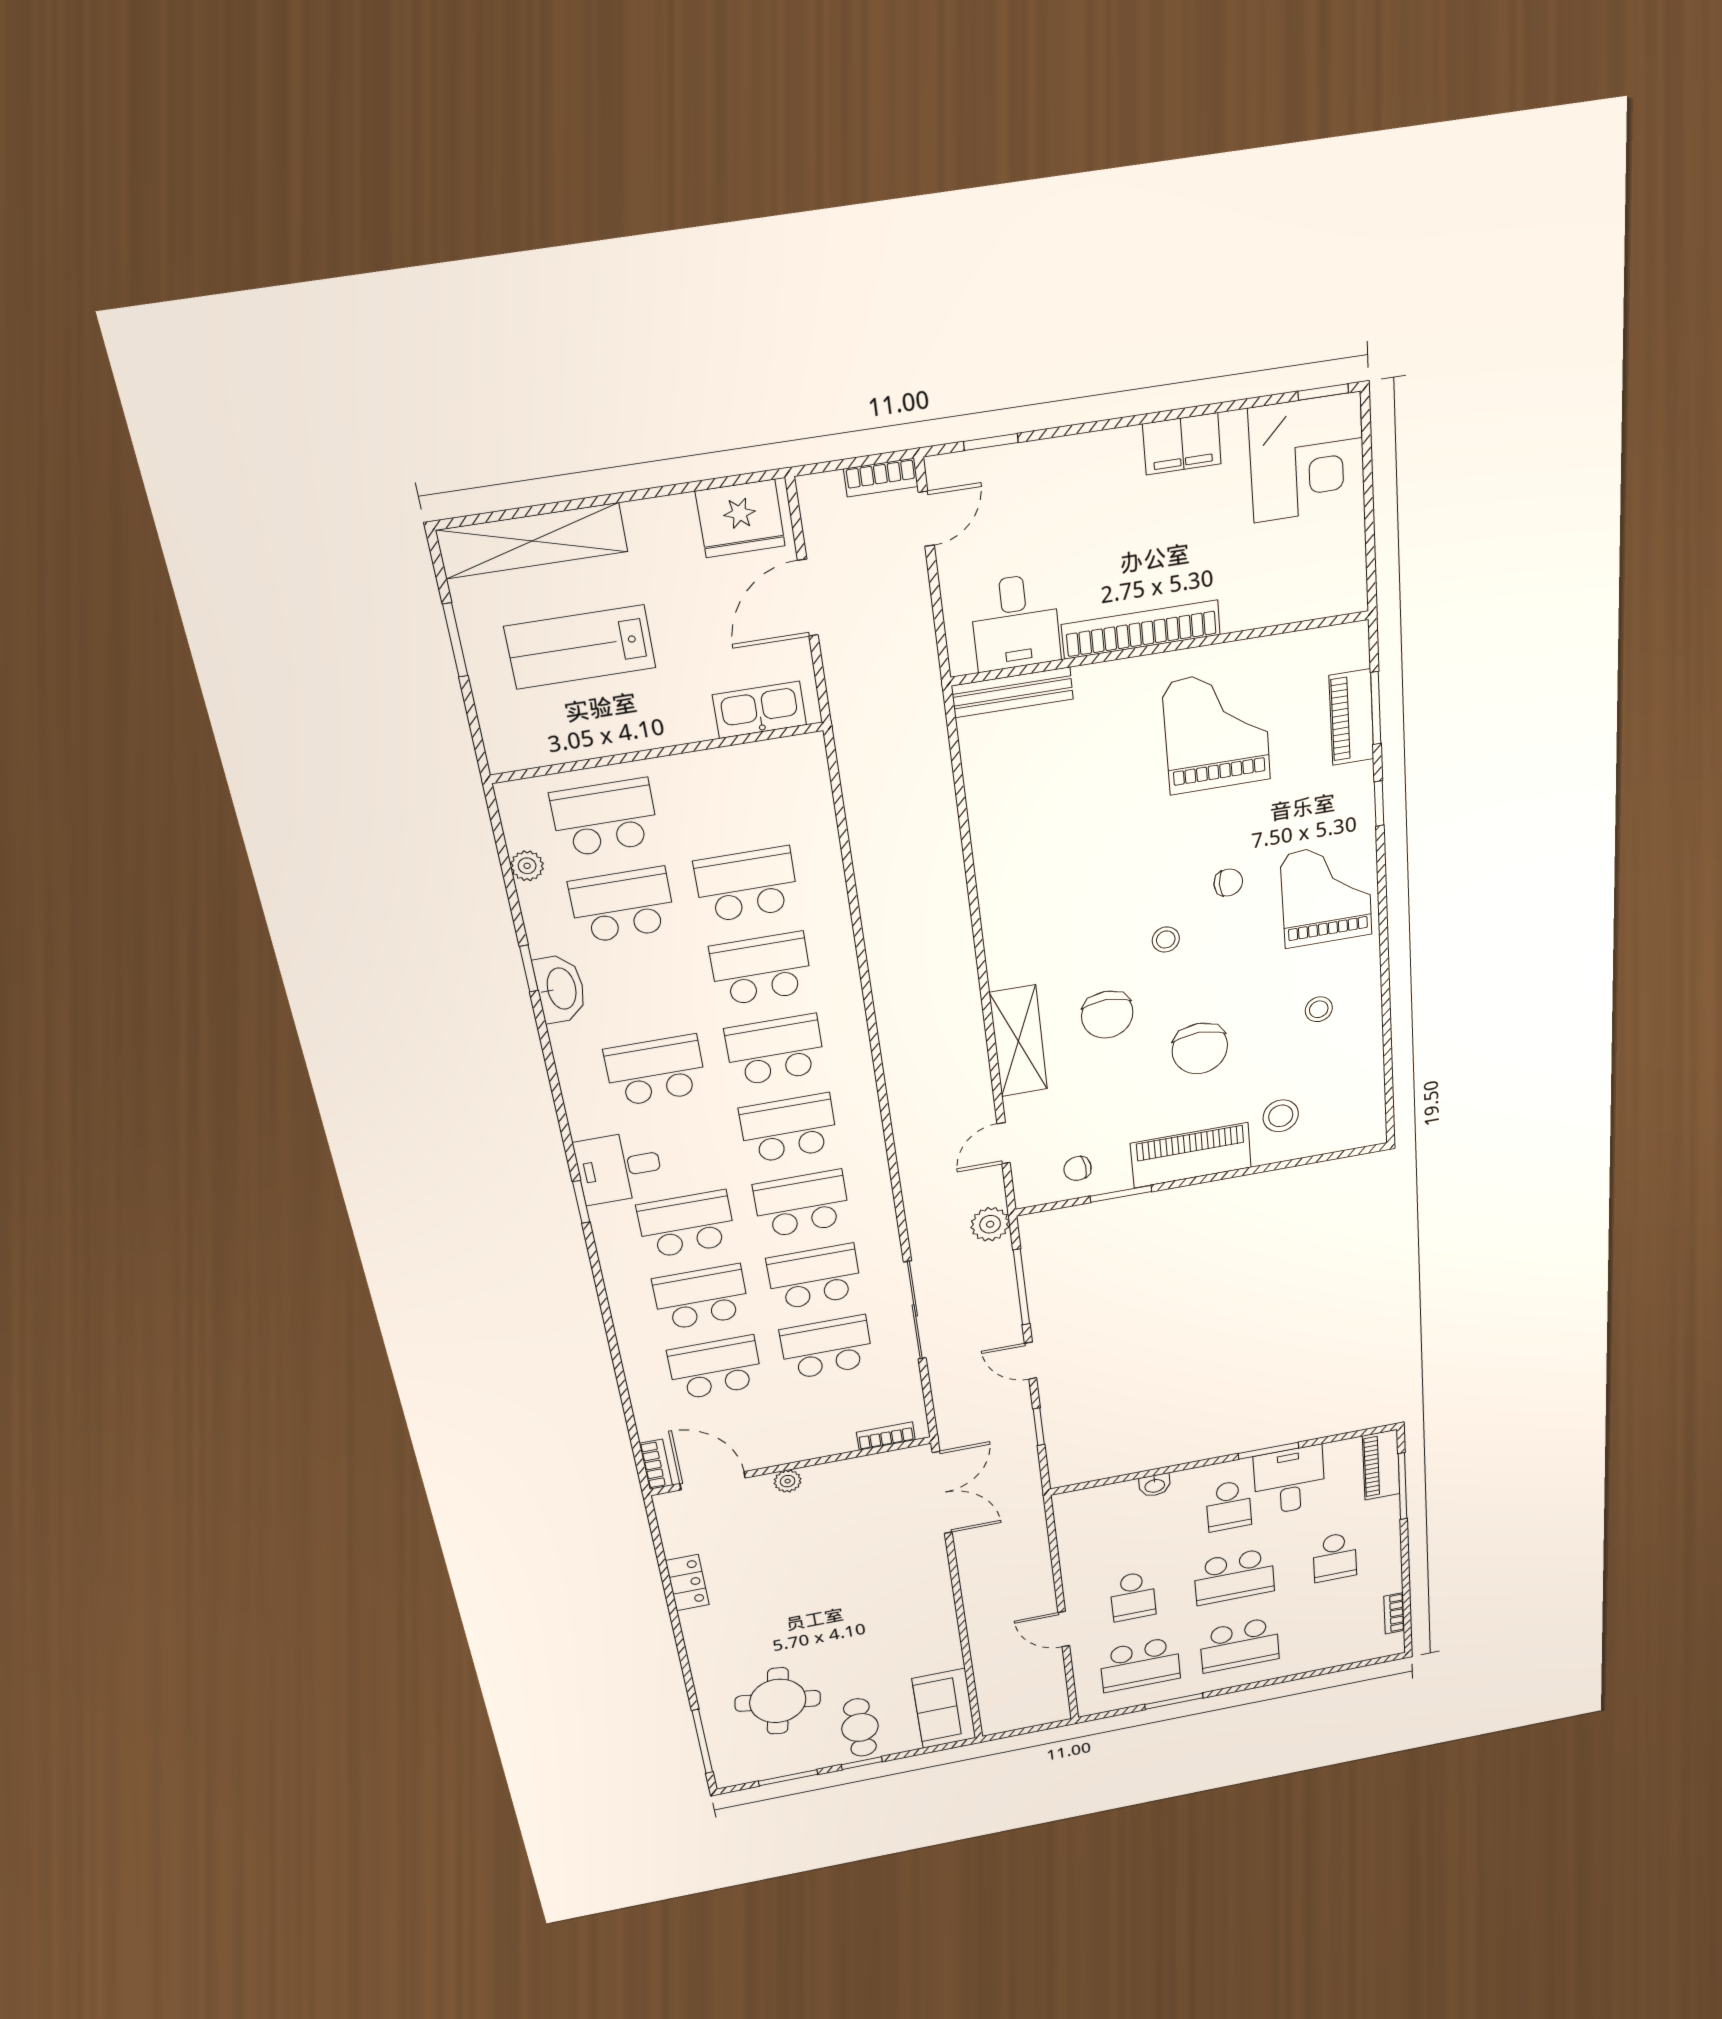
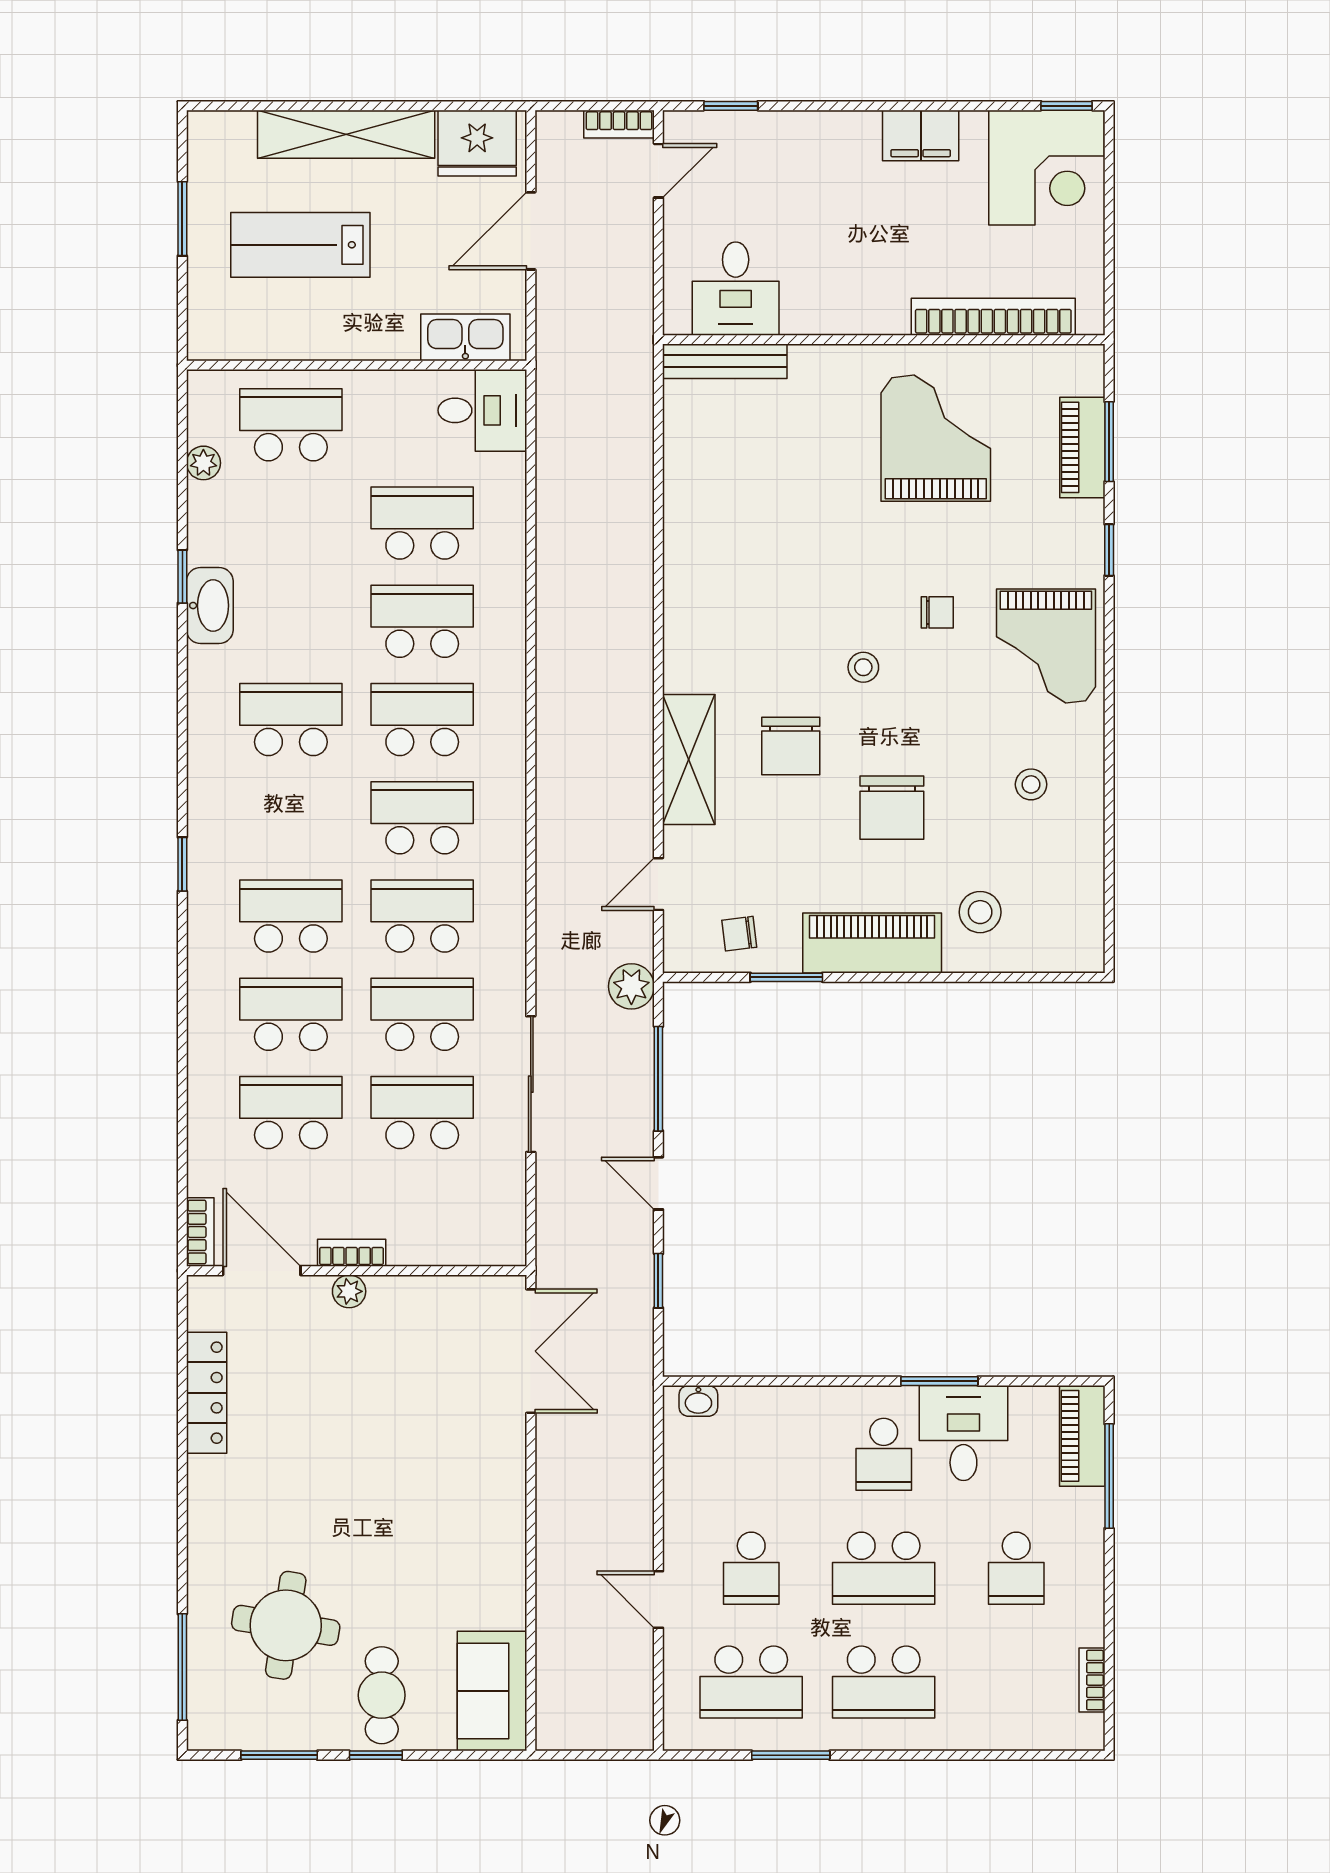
shelving: (532, 541) -> (346, 134), moved
bookcase: (1141, 630) -> (993, 317), moved
grand piano: (1326, 894) -> (1046, 646), turned 180
school desk: (622, 905) -> (291, 523), removed
desk: (619, 1168) -> (482, 410), moved, turned 180
bookcase: (886, 1436) -> (352, 1253), moved
washbasin: (1155, 1485) -> (698, 1401), moved
locker: (687, 1583) -> (207, 1393), width x1.53

